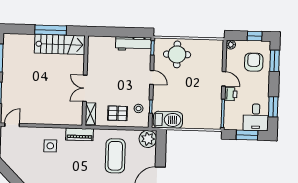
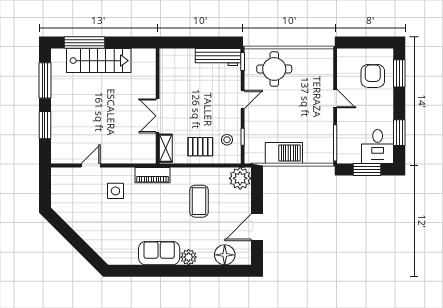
window: (51, 30) -> (85, 43), moved
window: (255, 36) -> (373, 43), removed
stairs: (60, 44) -> (99, 61), moved
plant: (231, 45) -> (343, 54), removed
door: (152, 77) -> (243, 99), hinge flipped
printer: (231, 94) -> (345, 118), removed
barbecue: (168, 120) -> (284, 153), moved
door: (12, 125) -> (91, 166), moved
coffee table: (115, 156) -> (199, 201), width x0.73, depth x0.76

